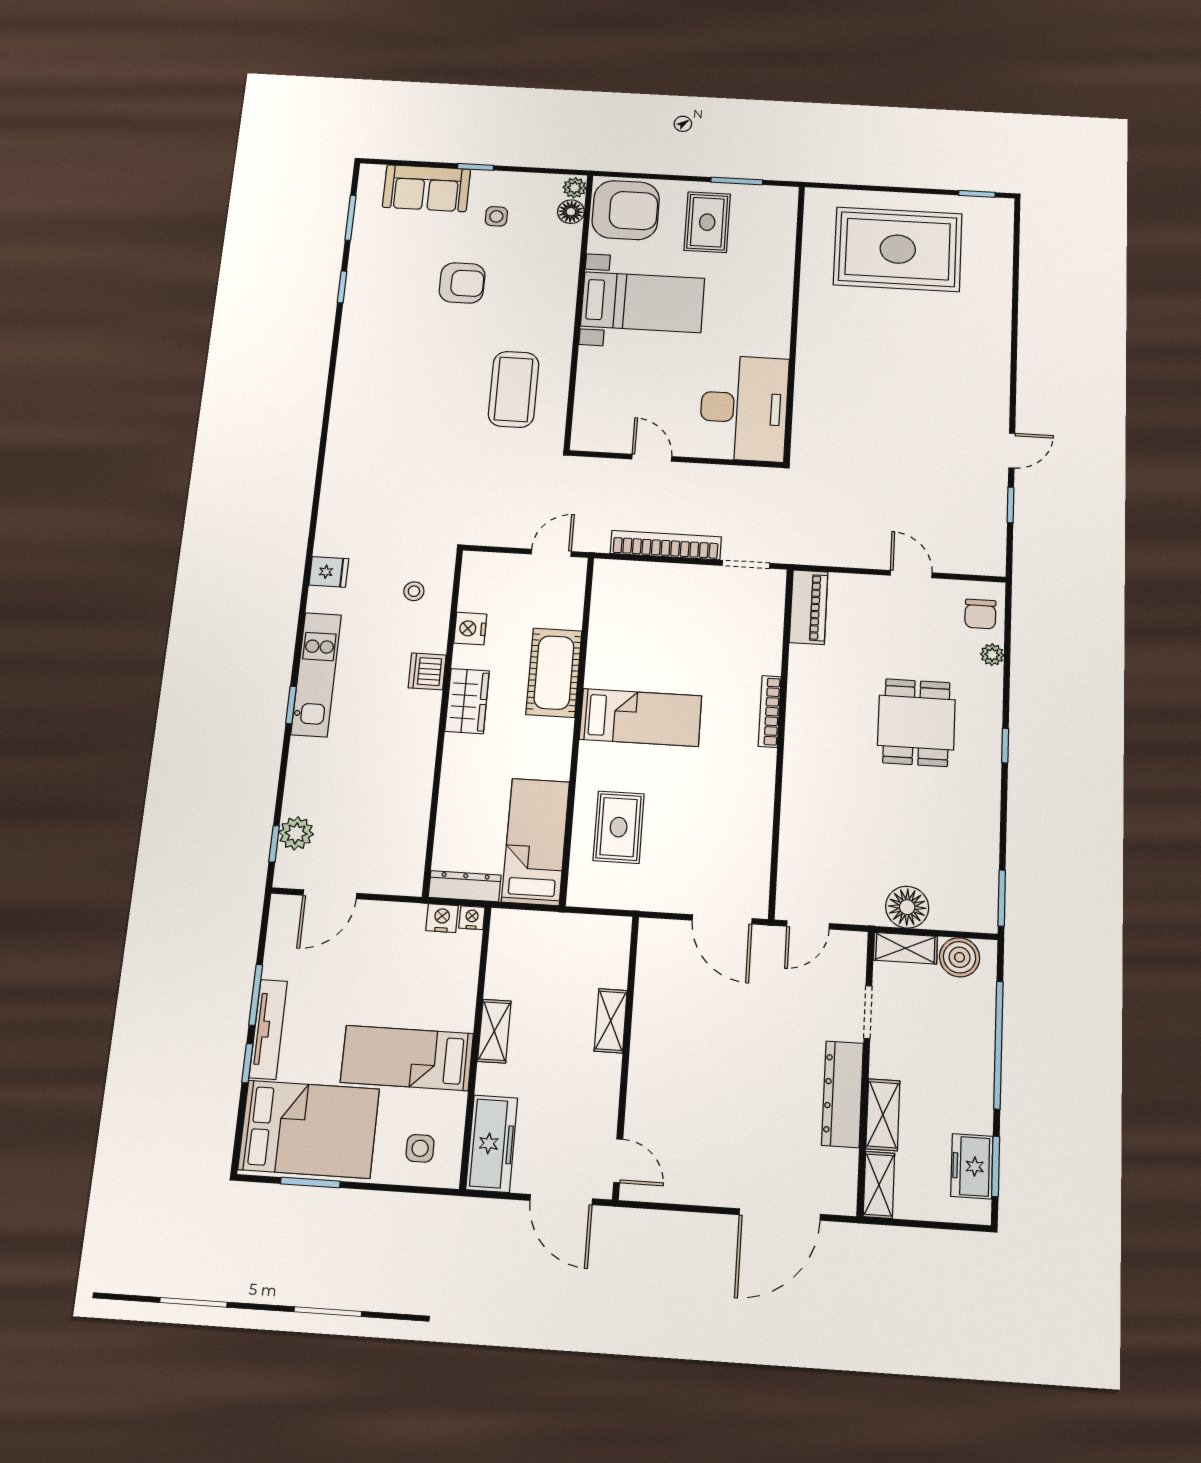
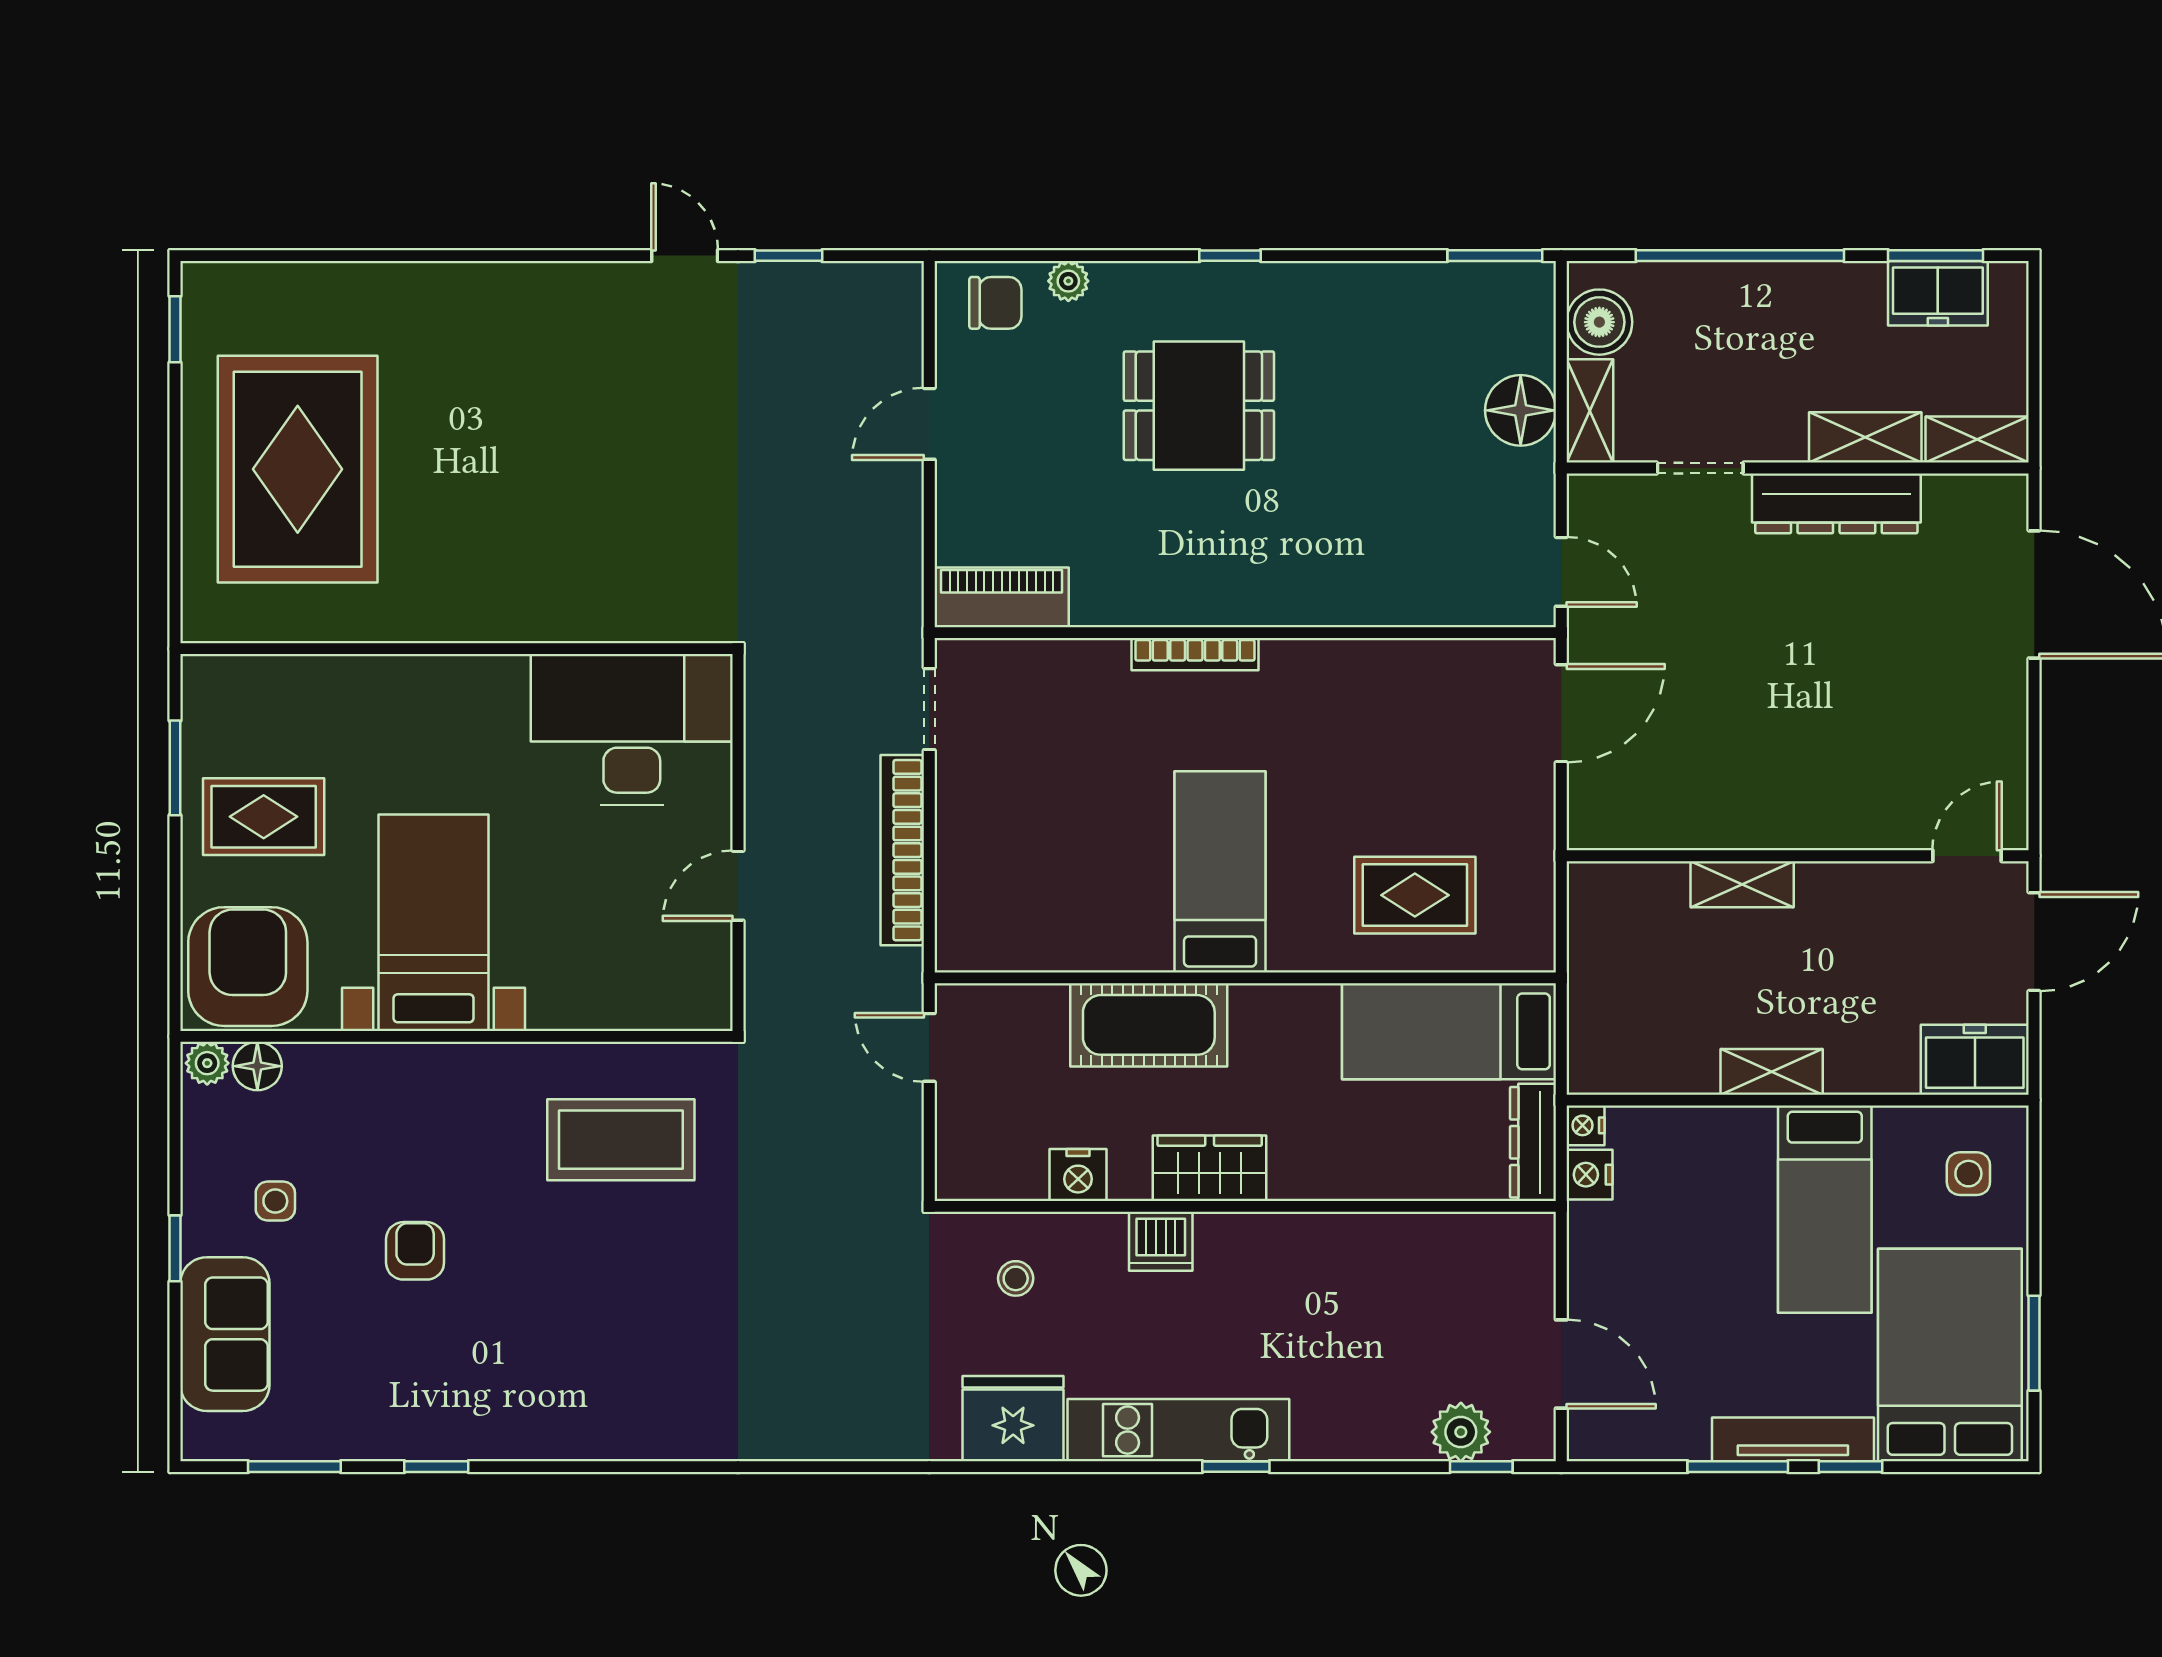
armchair: (462, 283) -> (415, 1251), width x0.72, depth x0.72
fridge: (329, 572) -> (1013, 1419), width x1.88, depth x1.34
freezer: (492, 1144) -> (1975, 1060), width x0.71

